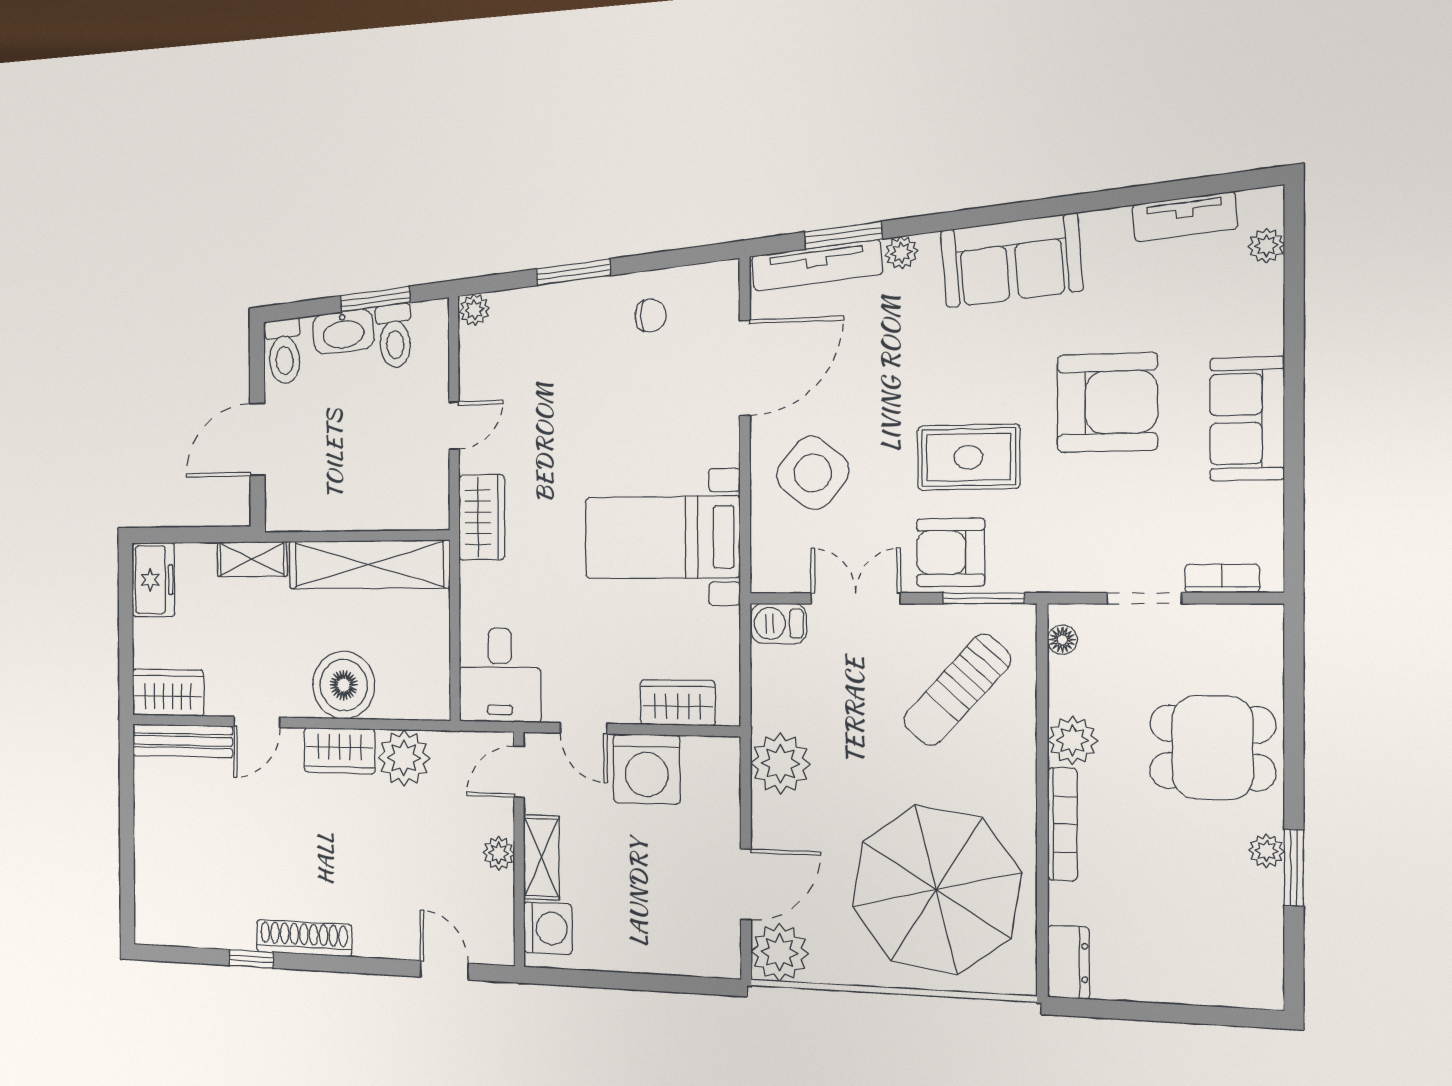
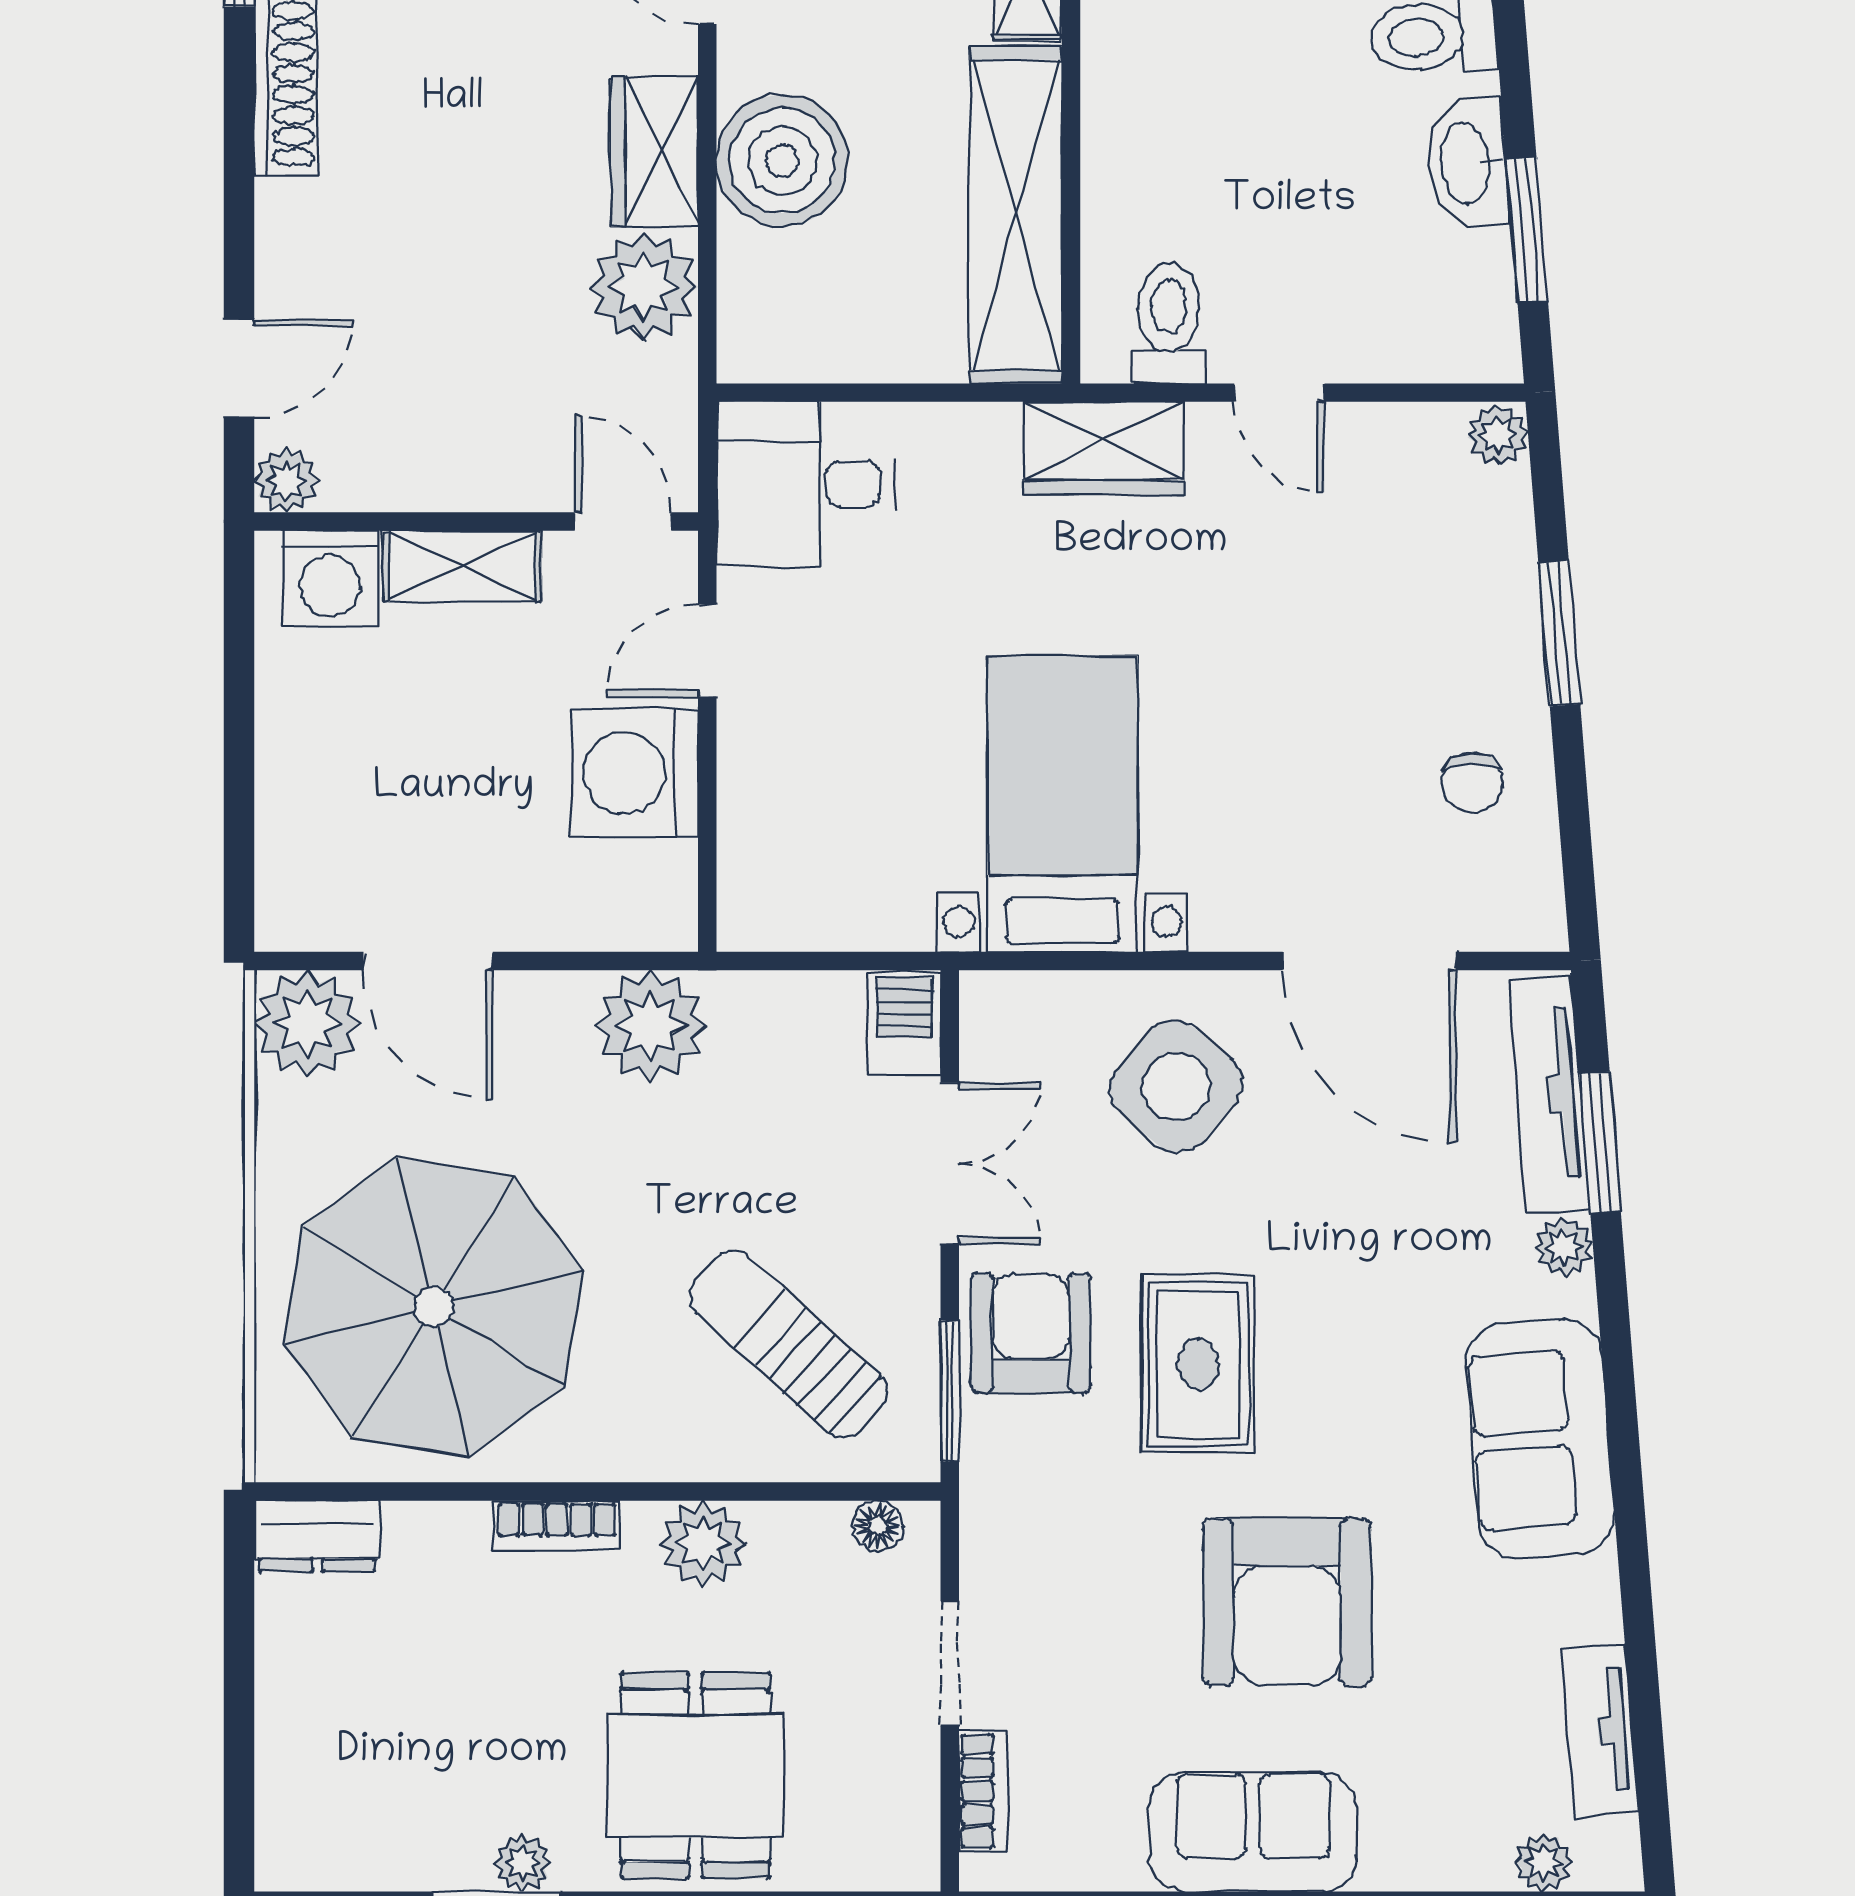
toilet: (395, 336) -> (1169, 323), moved, turned 95
wardrobe: (678, 703) -> (758, 833), removed
bookcase: (1062, 824) -> (557, 1526), width x0.64
plant: (499, 853) -> (286, 480), moved

